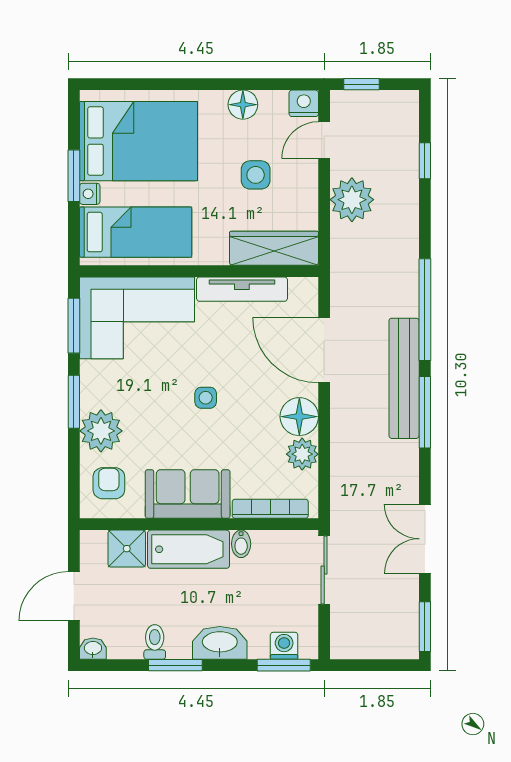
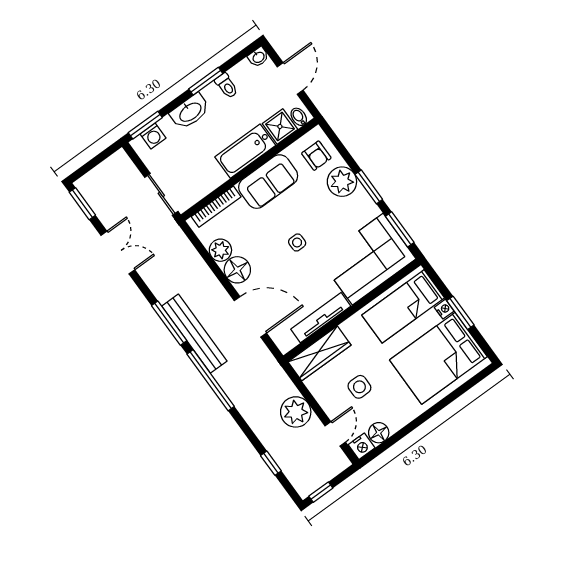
window: (361, 84) -> (321, 492), moved
floor lamp: (243, 105) -> (379, 433), moved
bidet: (241, 544) -> (299, 117), moved

